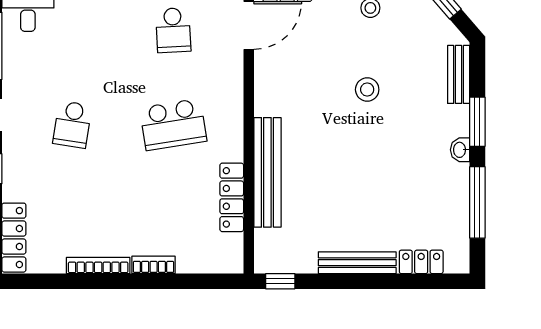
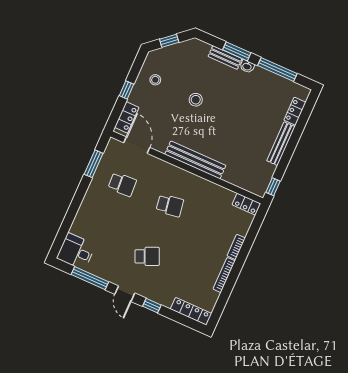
bench: (459, 74) -> (225, 57), moved
school desk: (72, 124) -> (147, 256), turned -33
school desk: (173, 124) -> (170, 205), width x0.54
bench: (267, 172) -> (195, 160), moved
locker: (232, 197) -> (246, 204), moved, width x0.66

